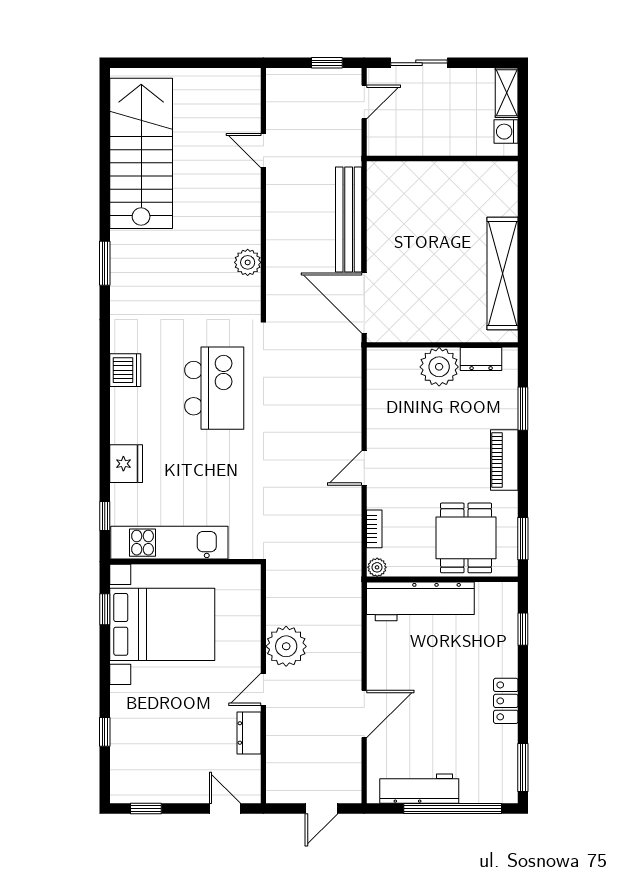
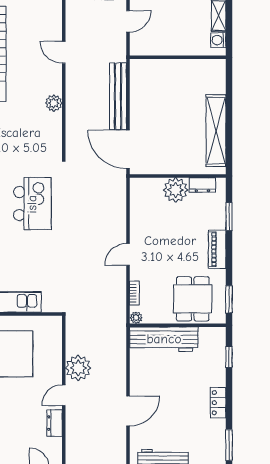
plant: (248, 262) -> (54, 103), moved

